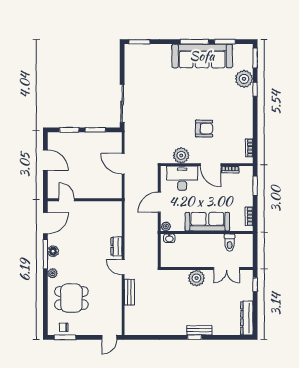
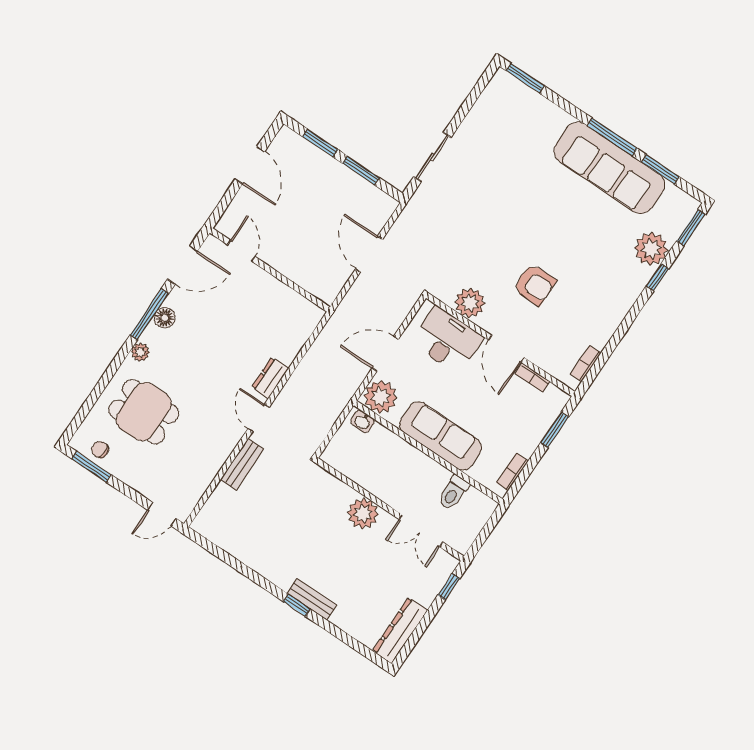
sliding door: (122, 103) -> (432, 157), width x0.73
plant: (166, 226) -> (381, 397), width x1.87, depth x1.87

